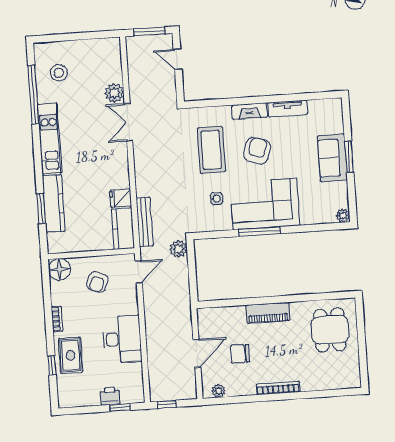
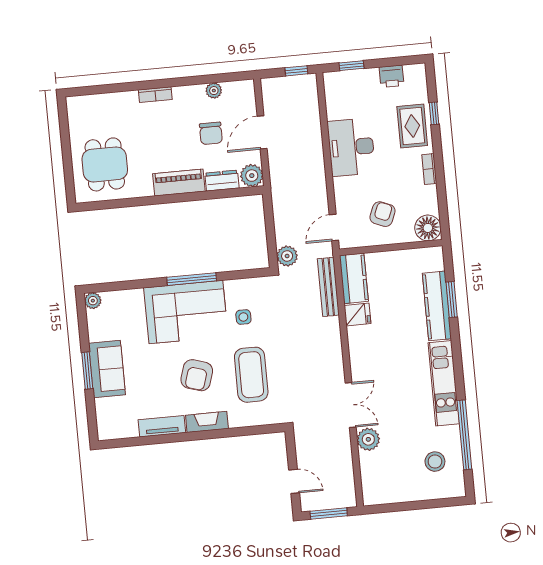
dresser: (232, 314) -> (222, 181), added
plant: (206, 317) -> (252, 176), added
chair: (240, 354) -> (211, 133), turned 90
bookcase: (278, 388) -> (155, 95), width x0.64
plant: (219, 391) -> (214, 91), moved
printer: (110, 396) -> (392, 76), moved

